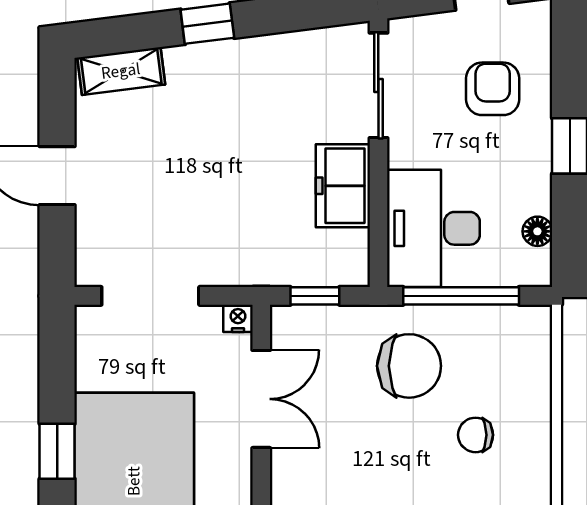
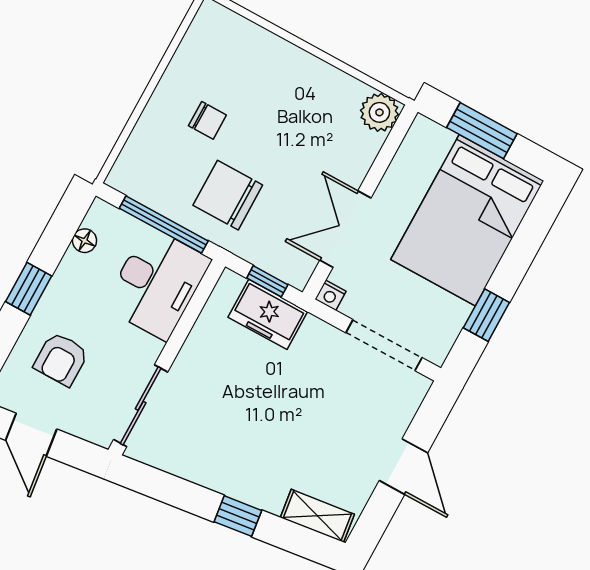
freezer: (343, 186) -> (268, 314), moved, turned 90
window: (57, 451) -> (486, 315), moved

